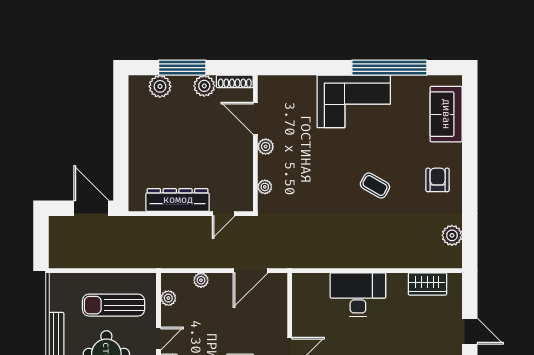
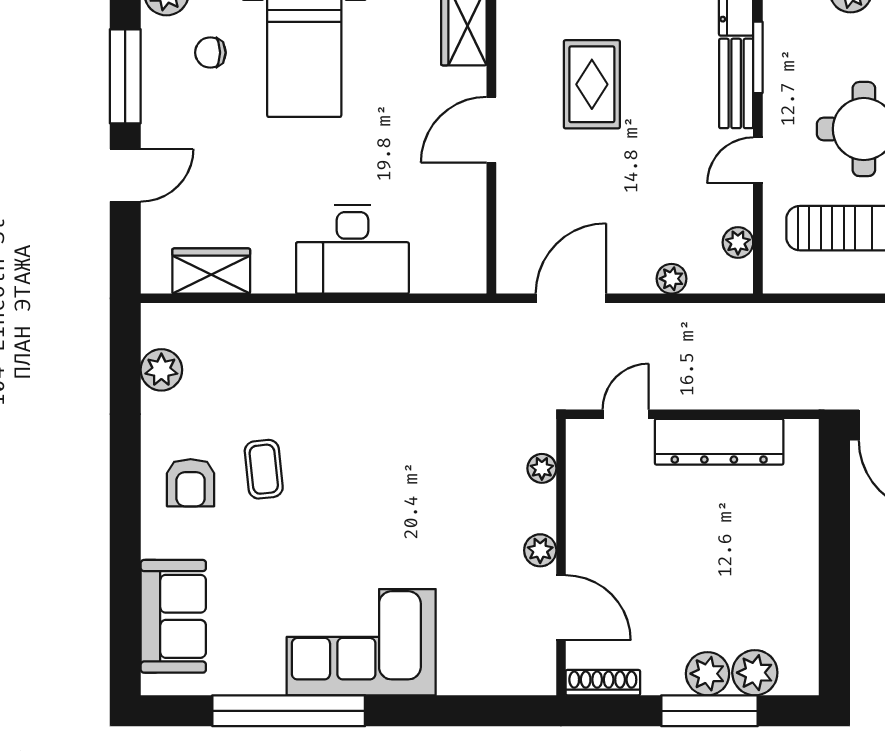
plant: (204, 86) -> (708, 674), moved
coffee table: (375, 186) -> (264, 469), moved, turned 54
door: (470, 331) -> (125, 175), swing flipped

